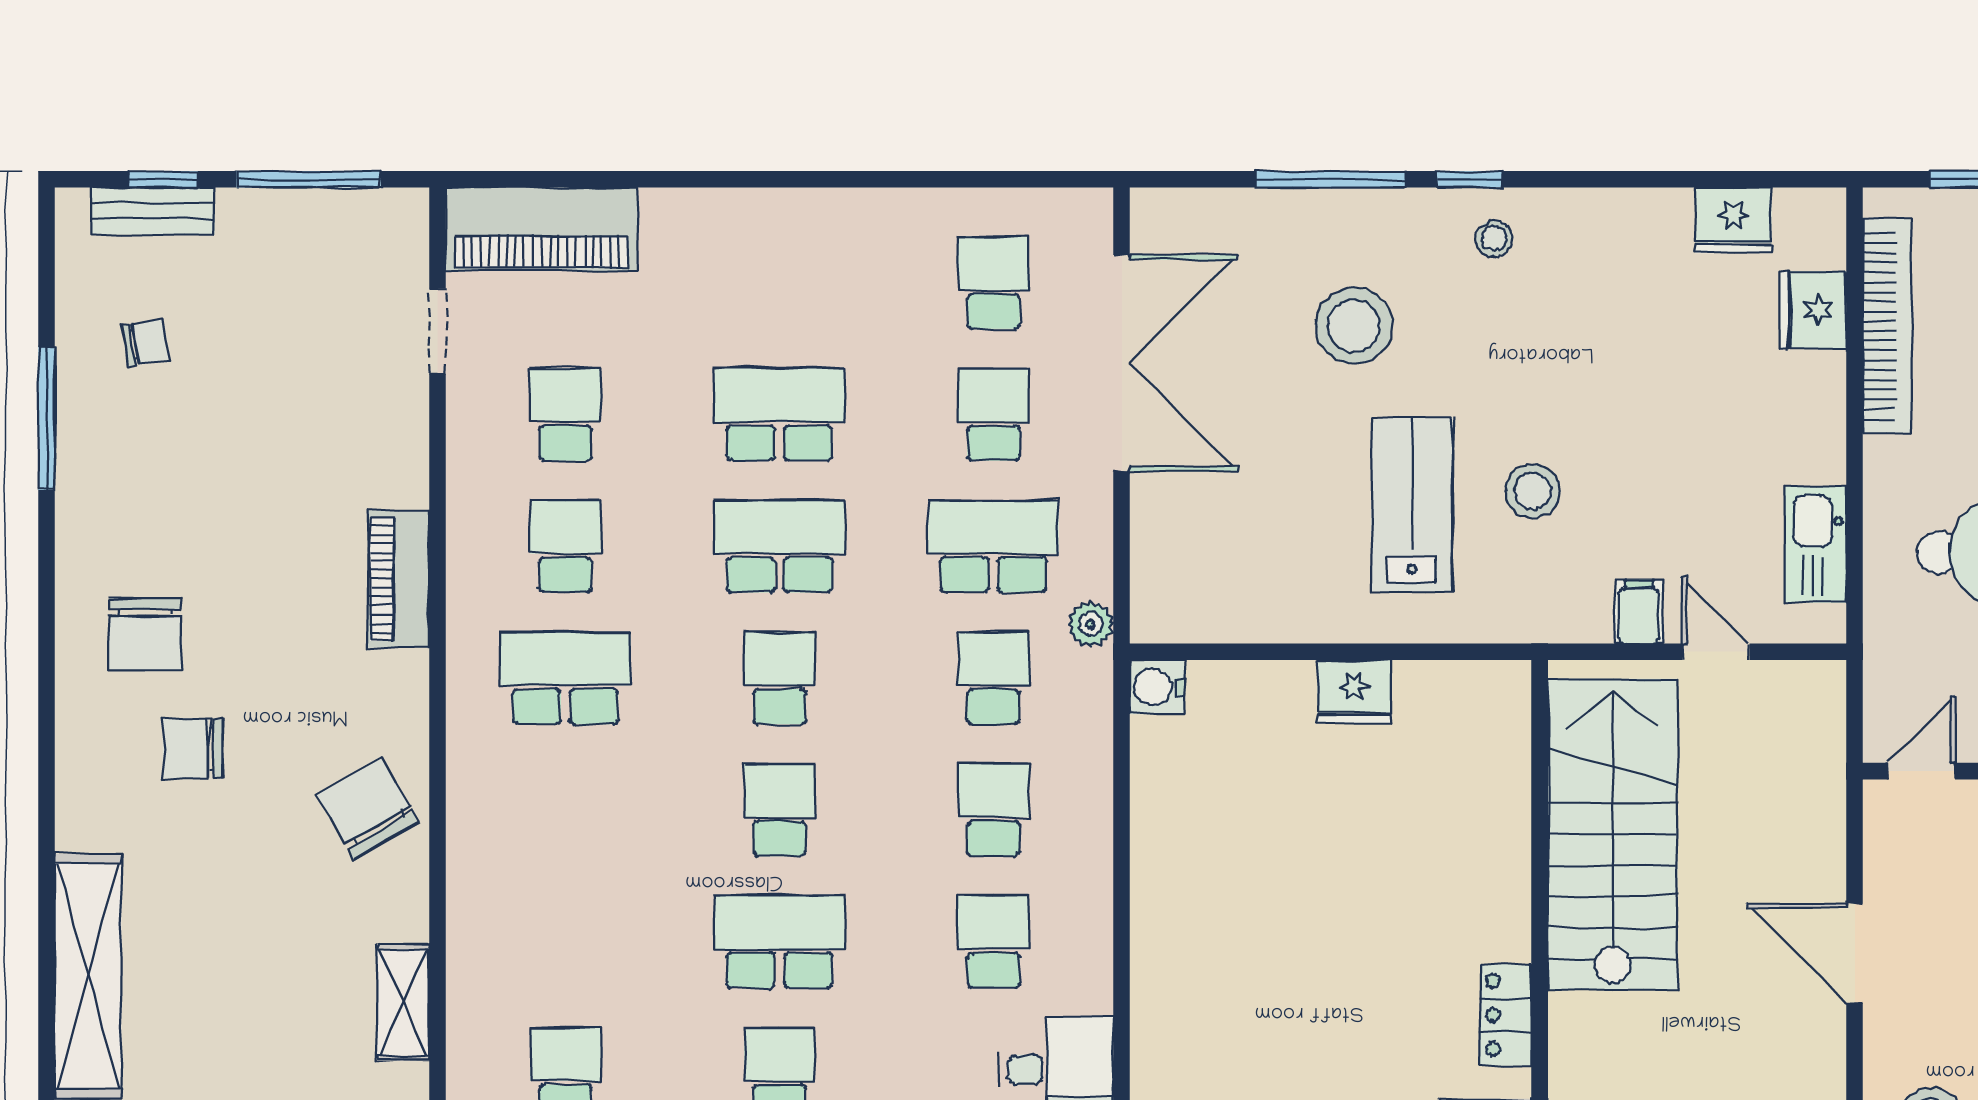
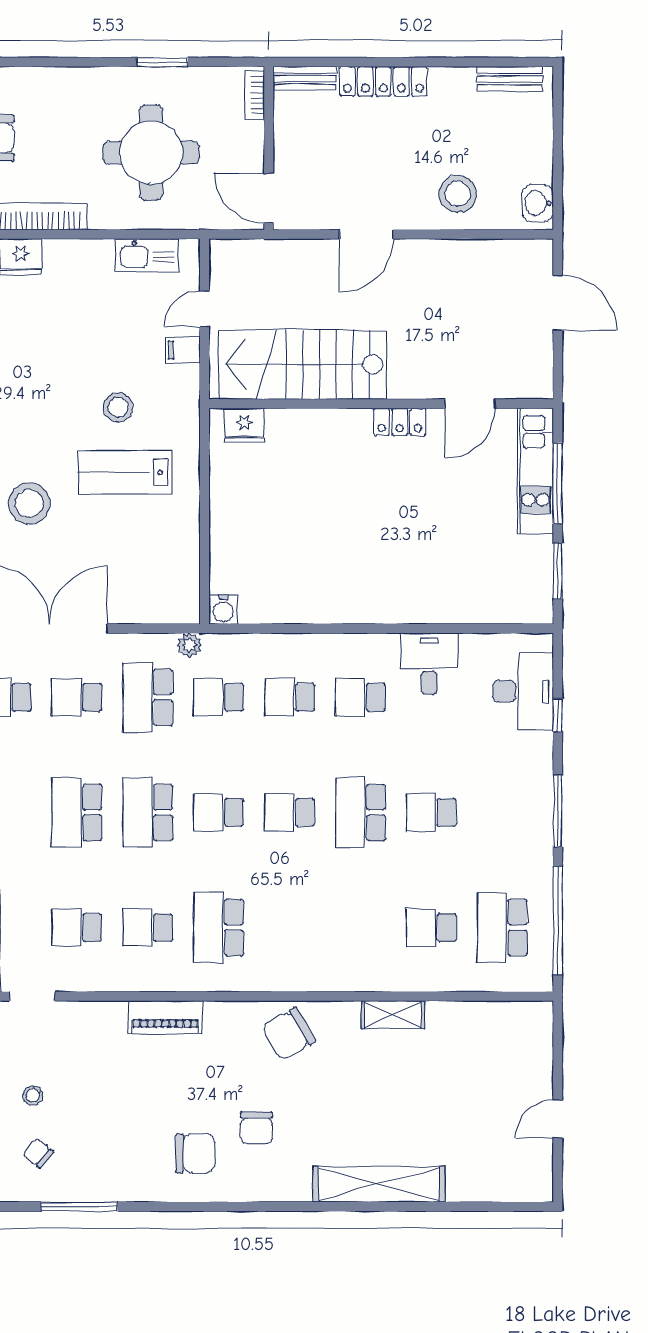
stool: (253, 332) -> (33, 1095), added
chair: (146, 342) -> (38, 1153), turned -41
fridge: (1354, 692) -> (244, 425), moved, turned 90
door: (1922, 771) -> (269, 198), width x1.37

